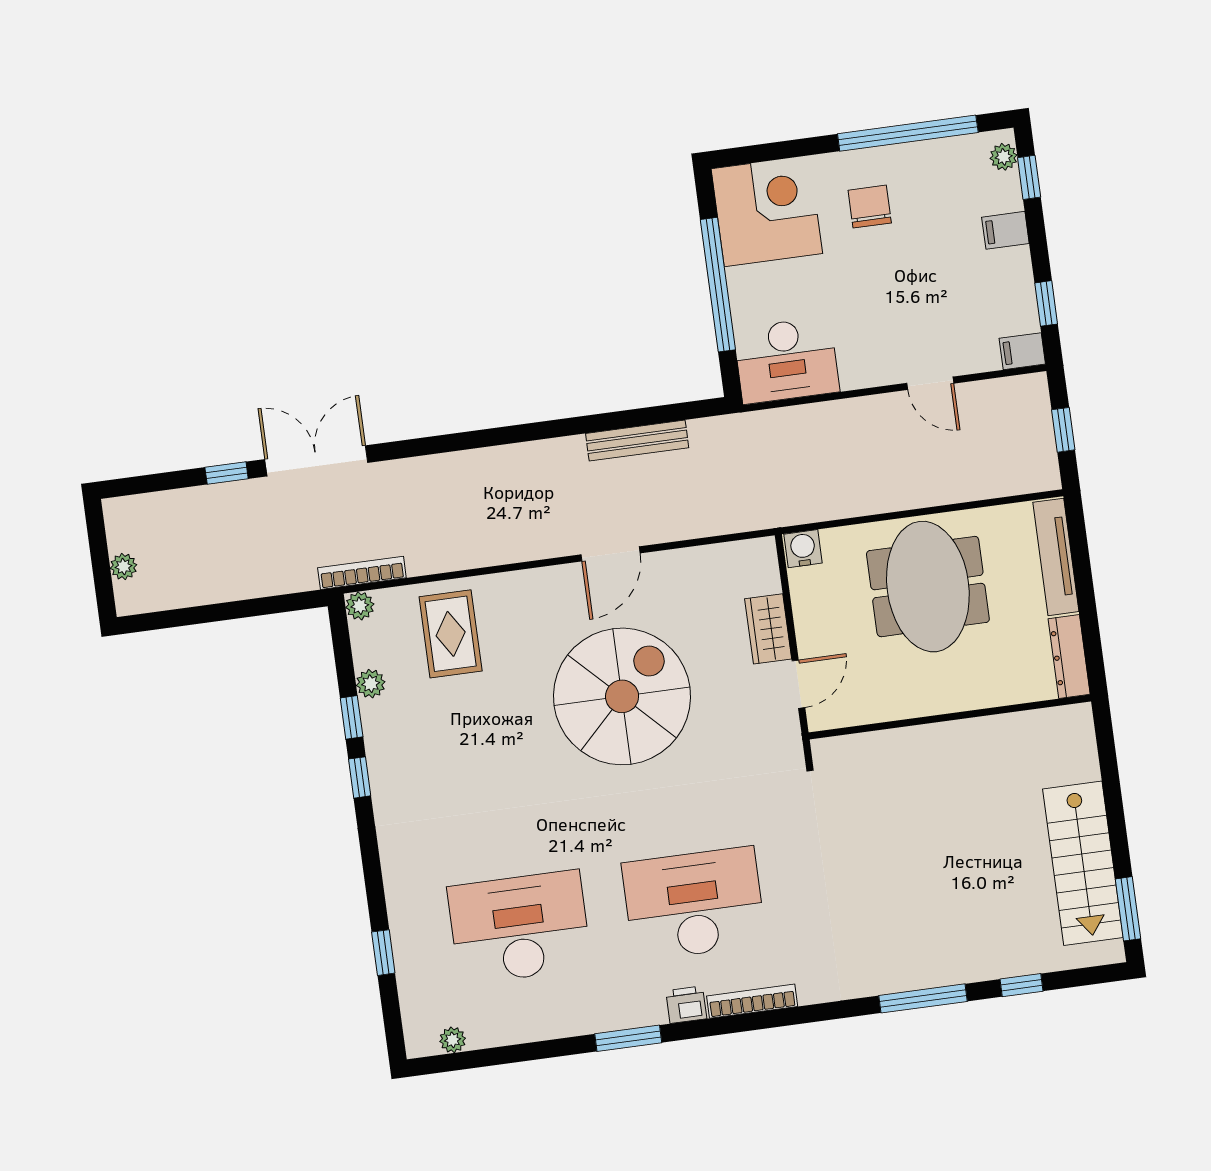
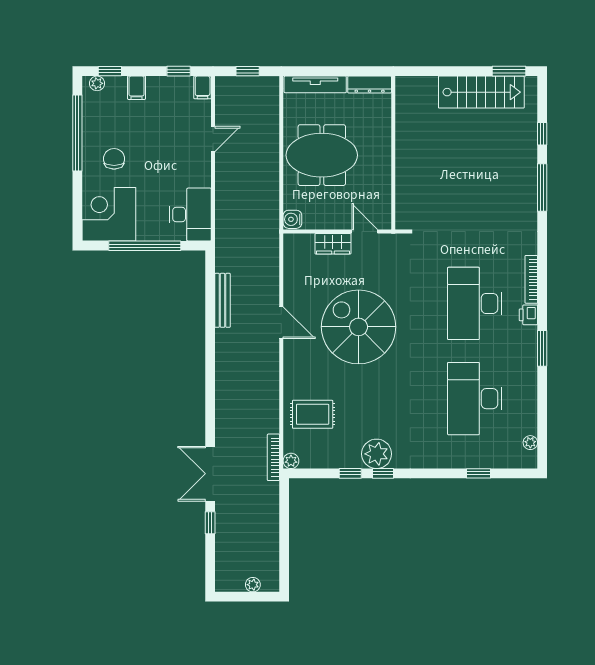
chair: (870, 207) -> (114, 159), turned 90
plant: (371, 684) -> (377, 454), moved, width x1.87, depth x1.87

